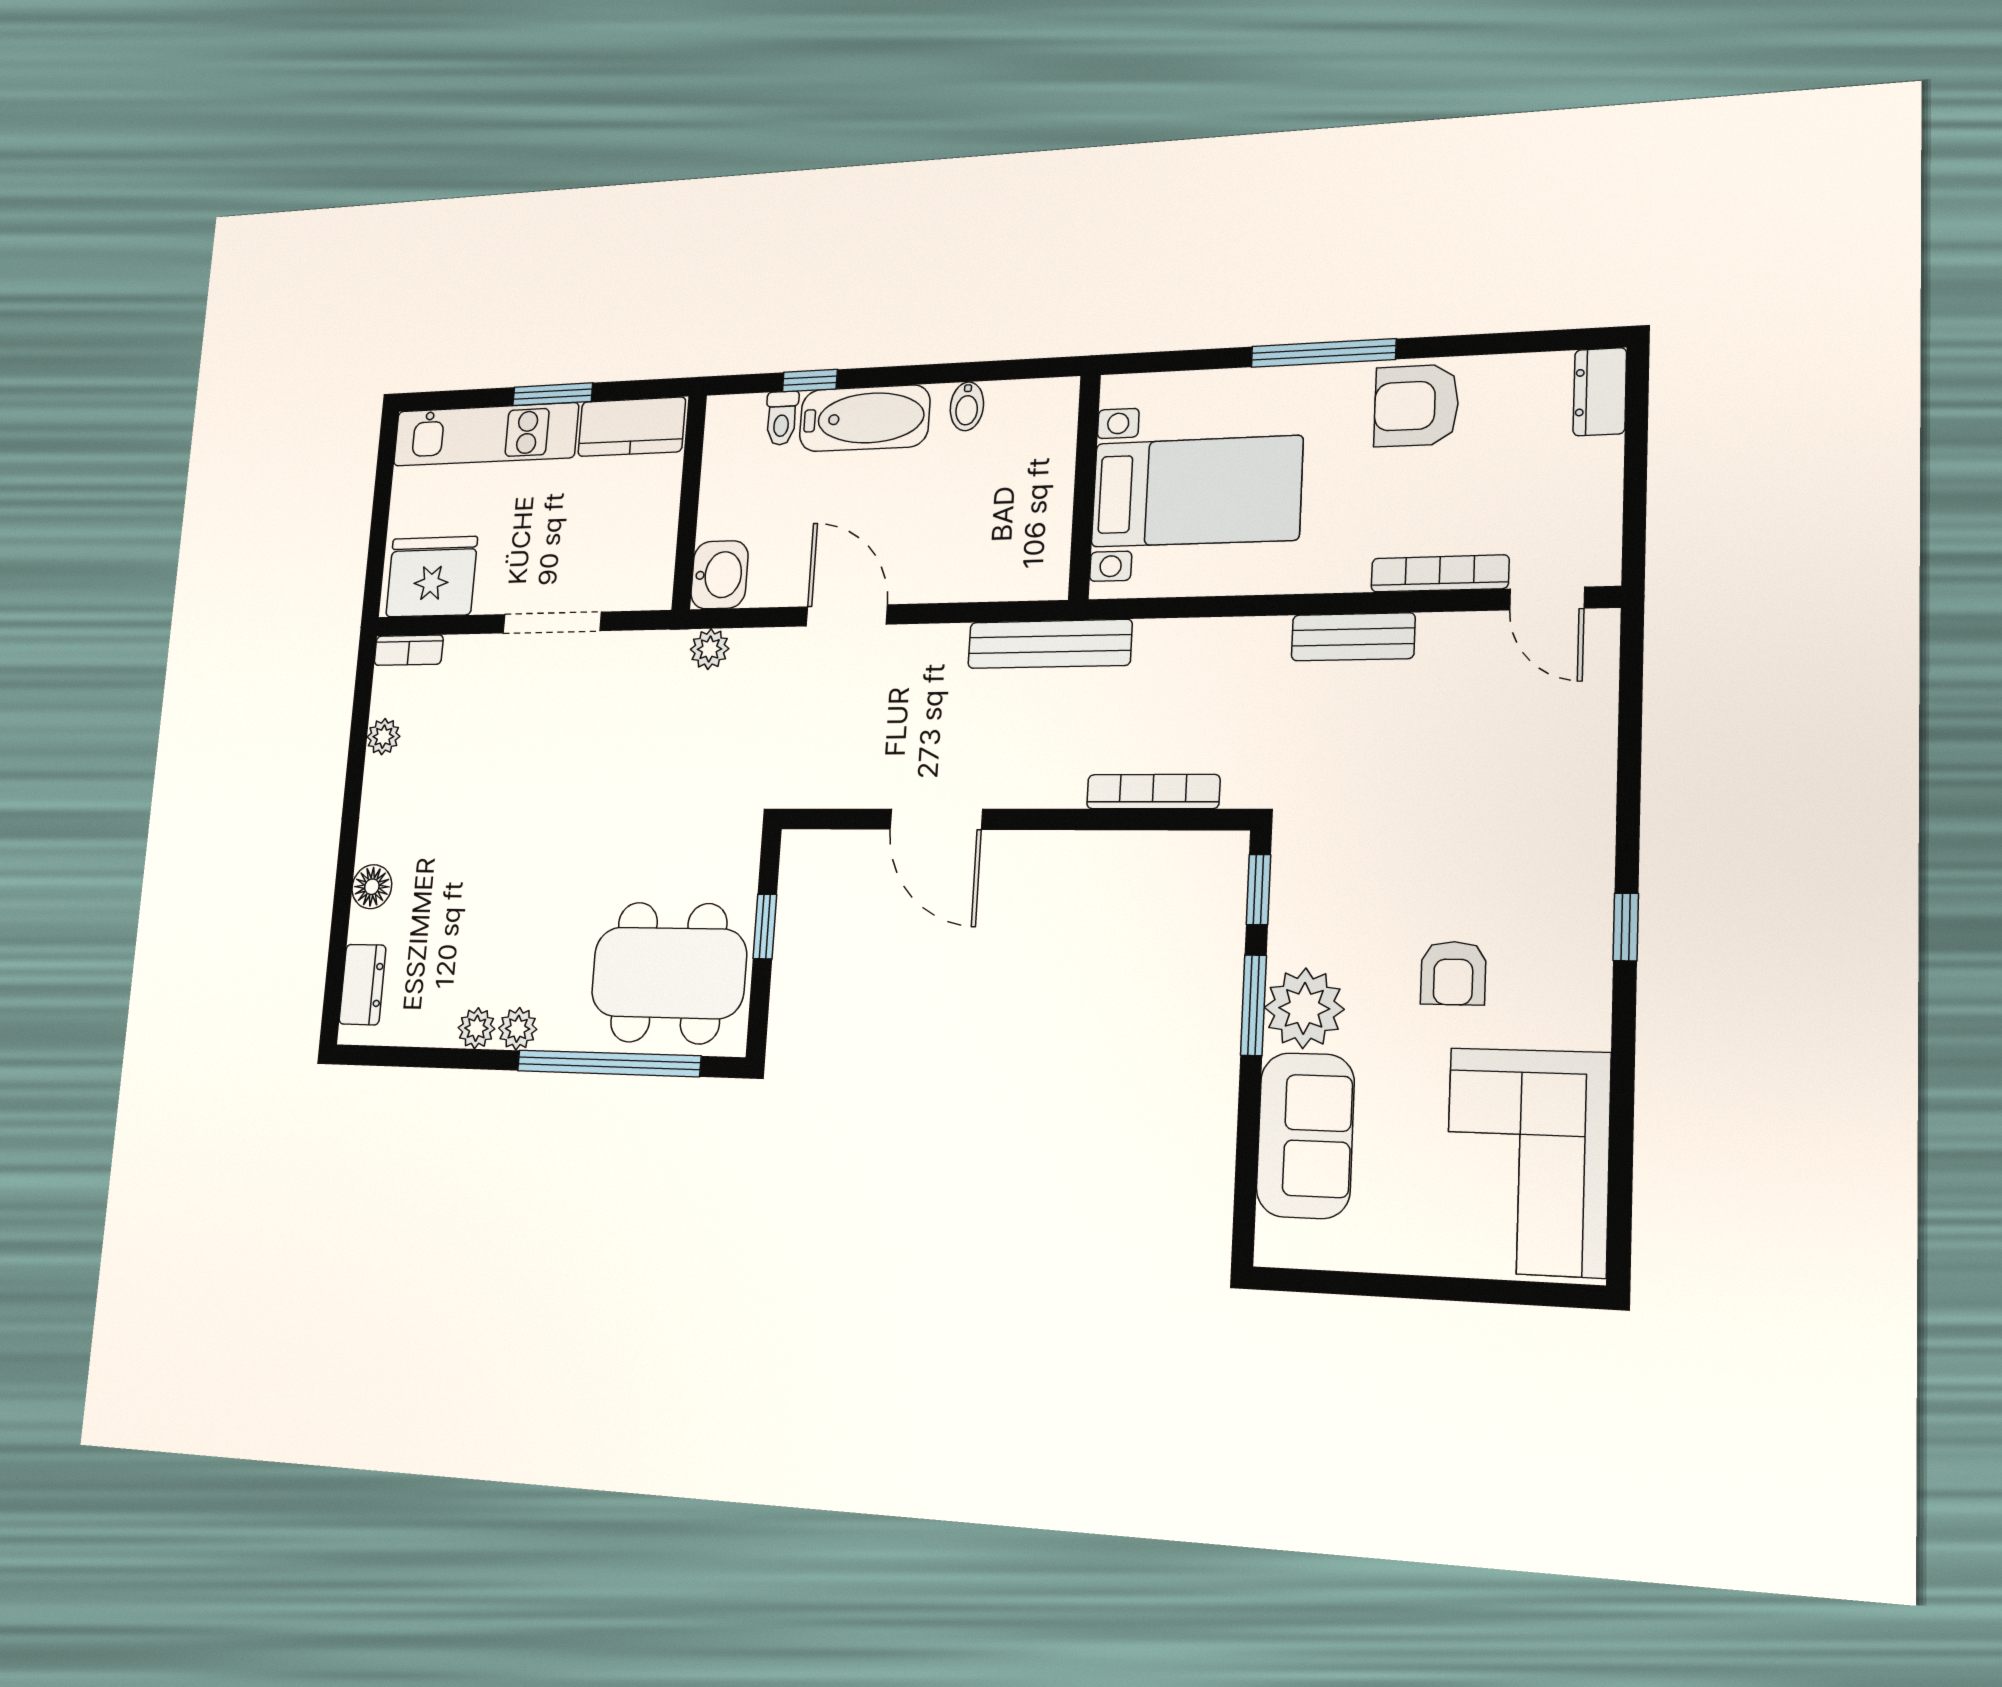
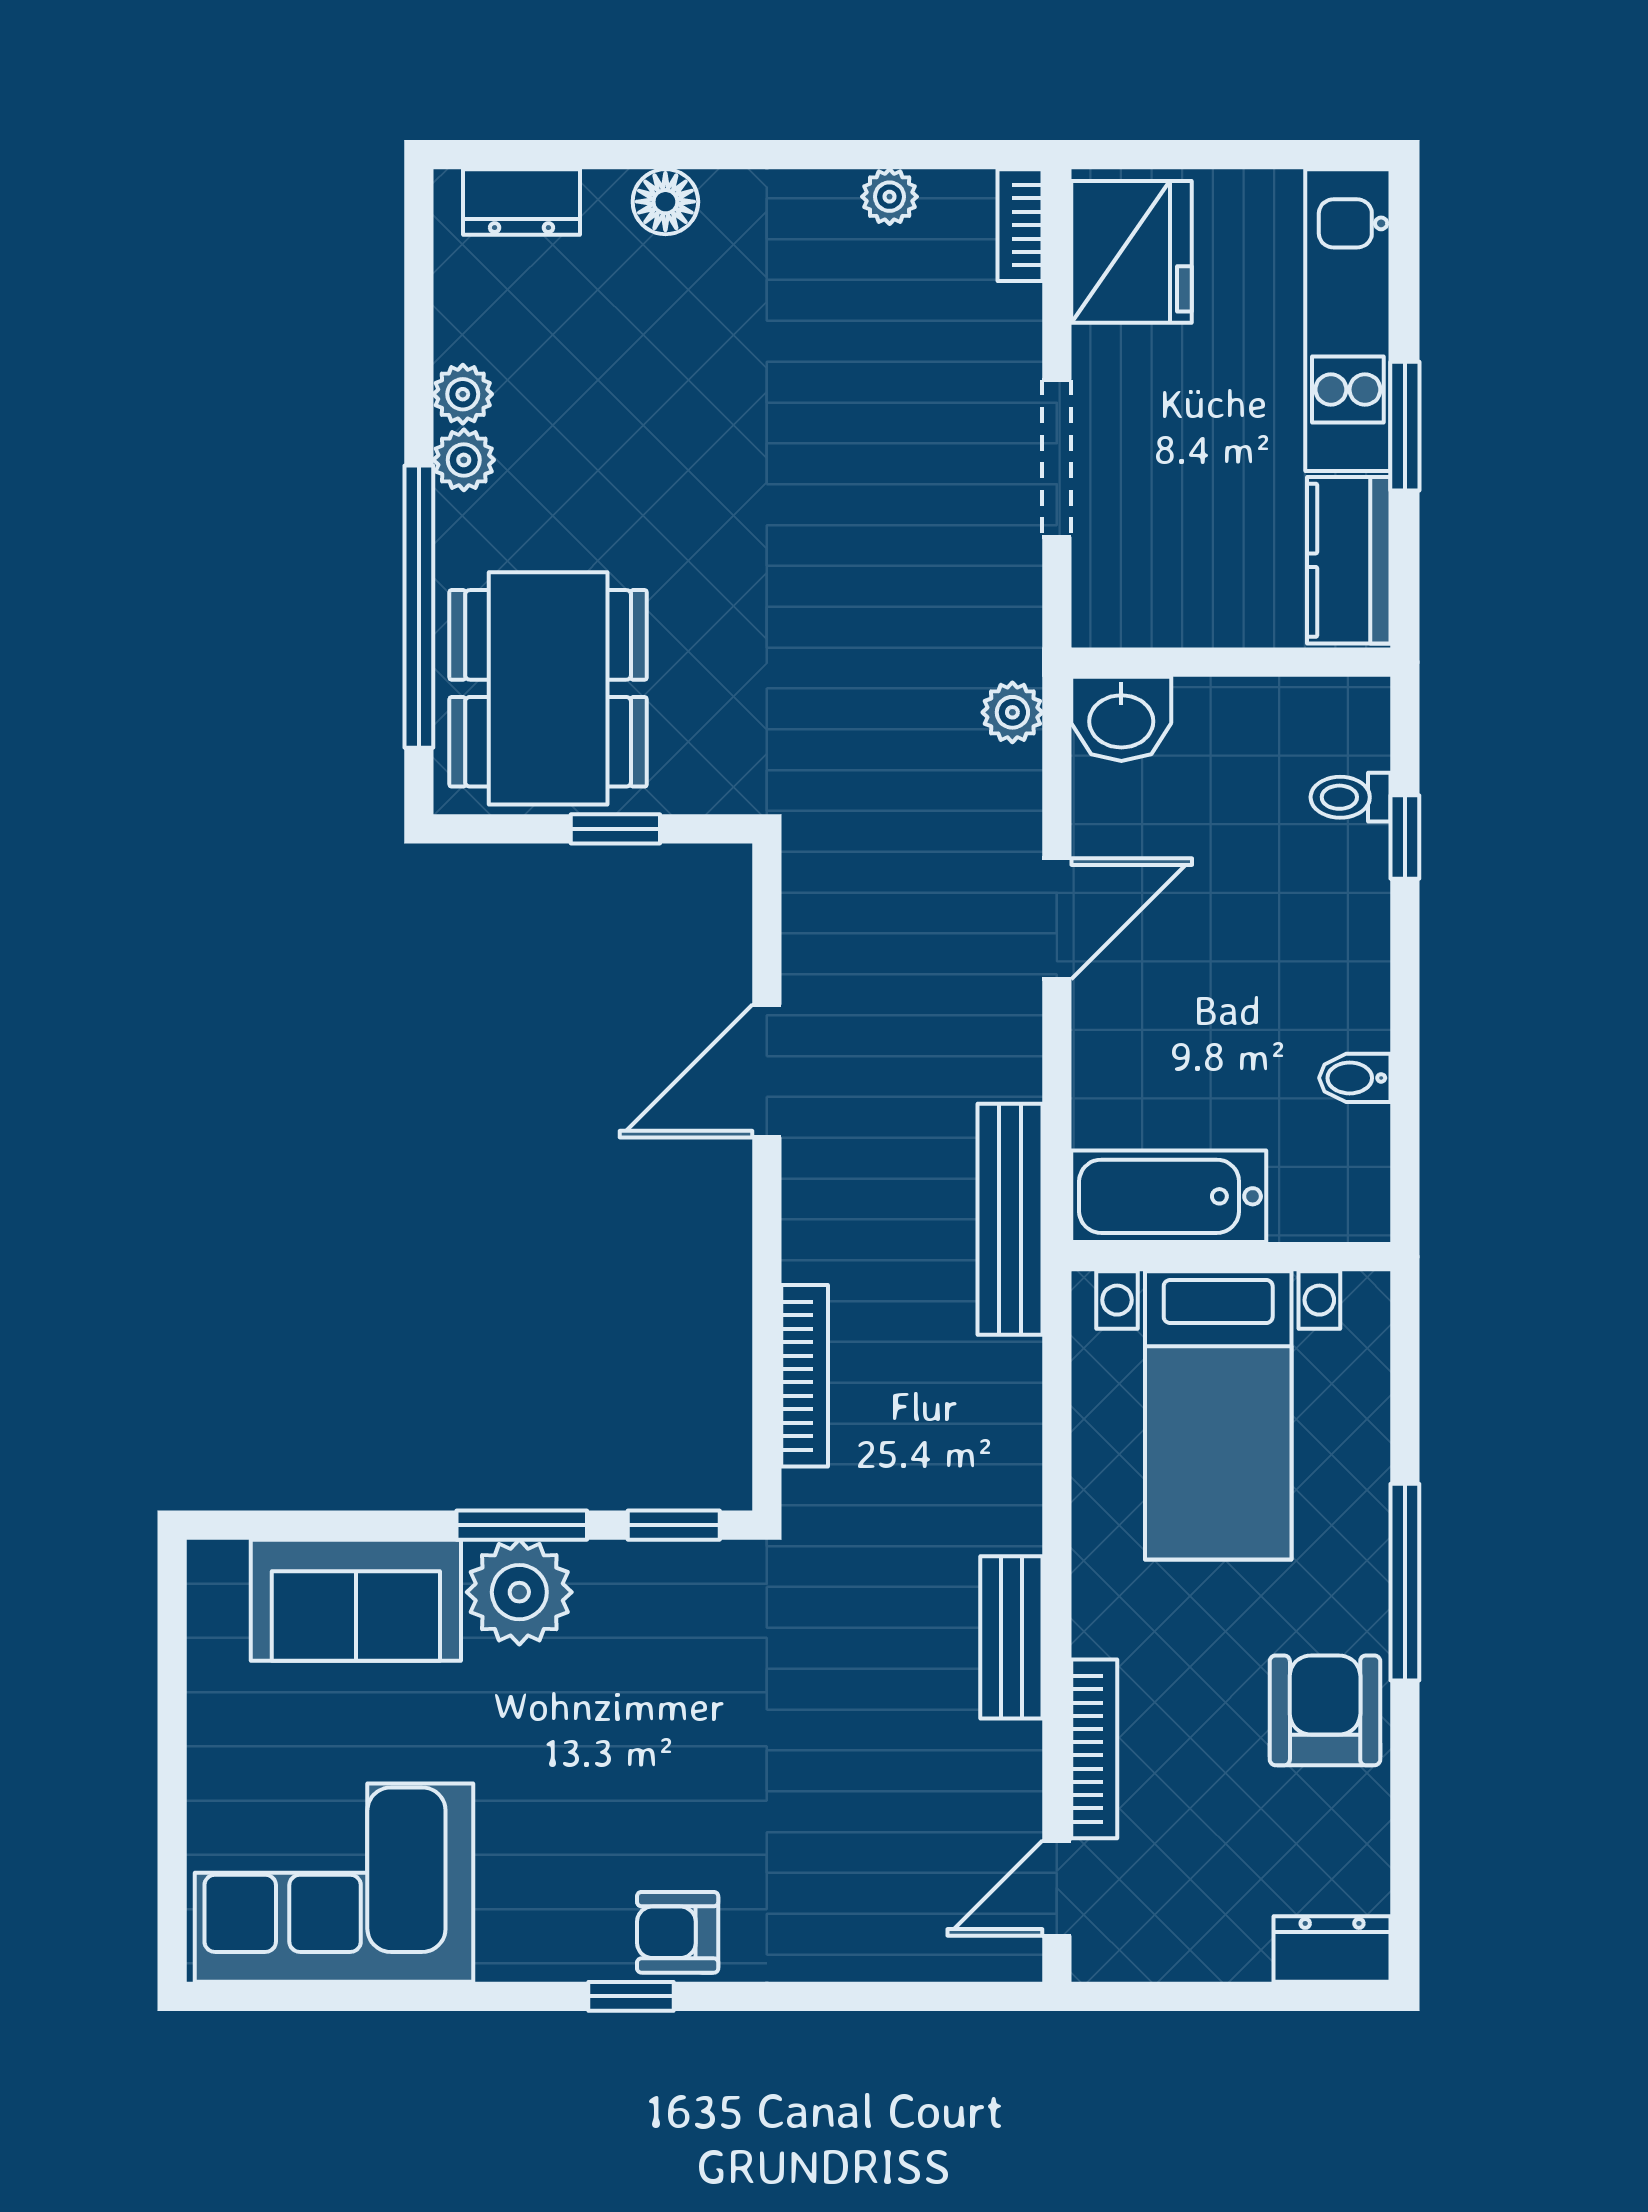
bathtub: (864, 418) -> (1169, 1196), moved, turned 90
armchair: (1453, 973) -> (678, 1932), moved

